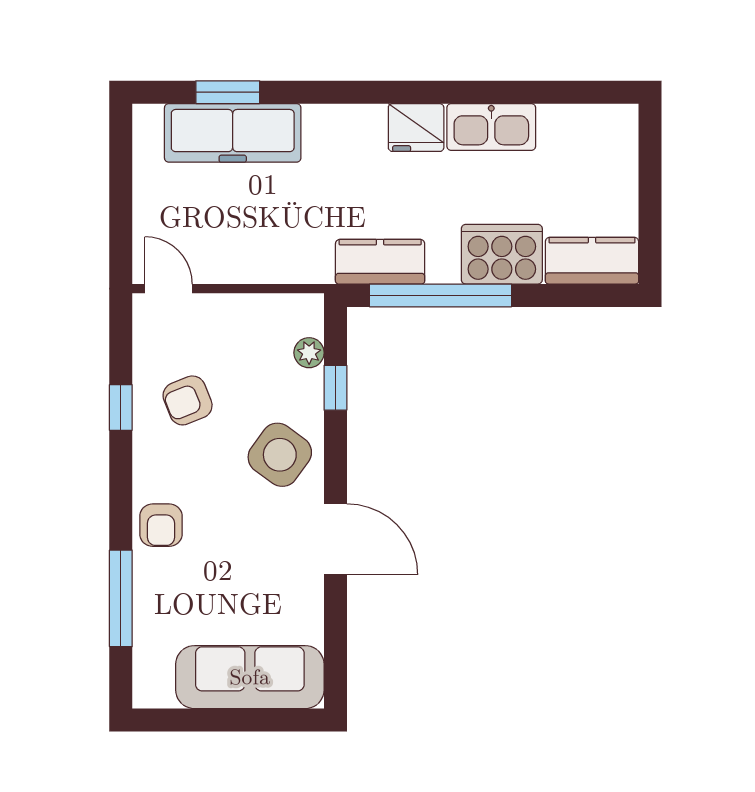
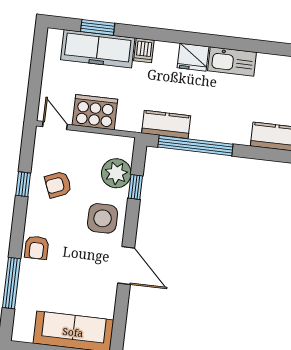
dishwasher: (321, 126) -> (144, 50), added
cooker: (502, 254) -> (95, 112), moved
plant: (309, 353) -> (116, 173), width x1.87, depth x1.87
side table: (280, 455) -> (103, 218), turned -36

